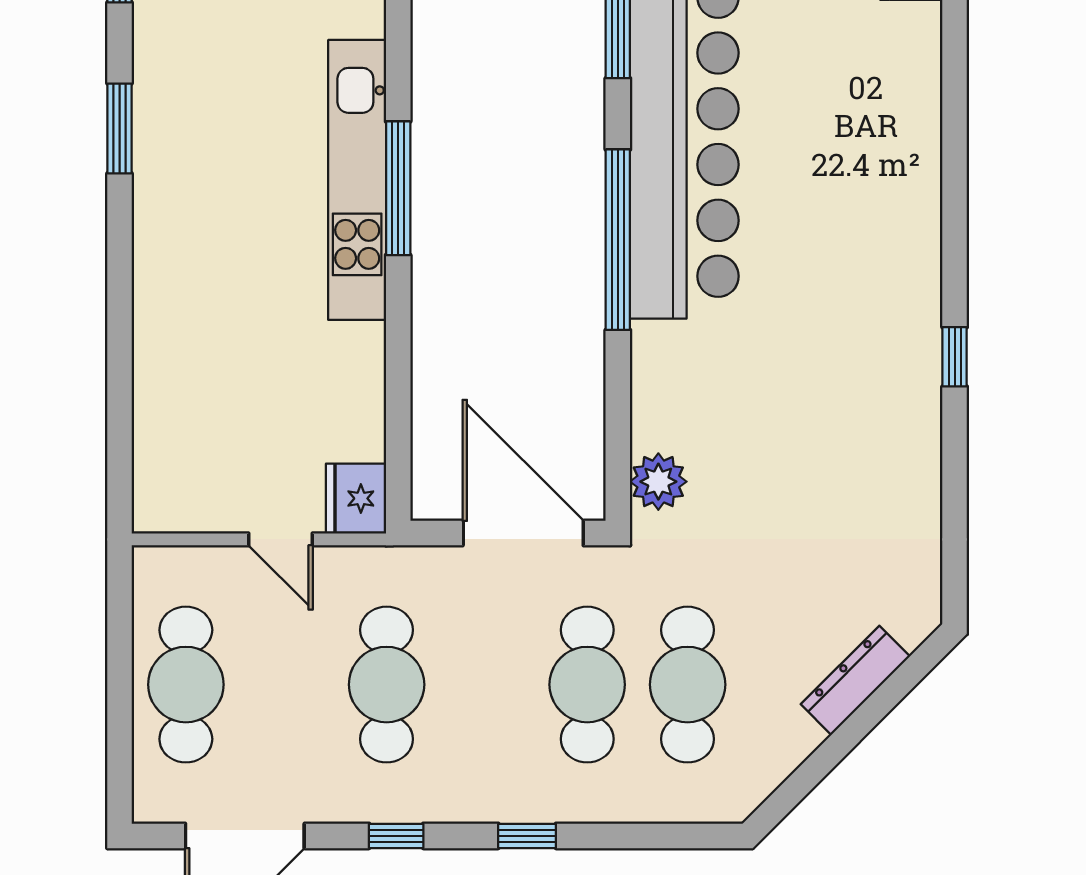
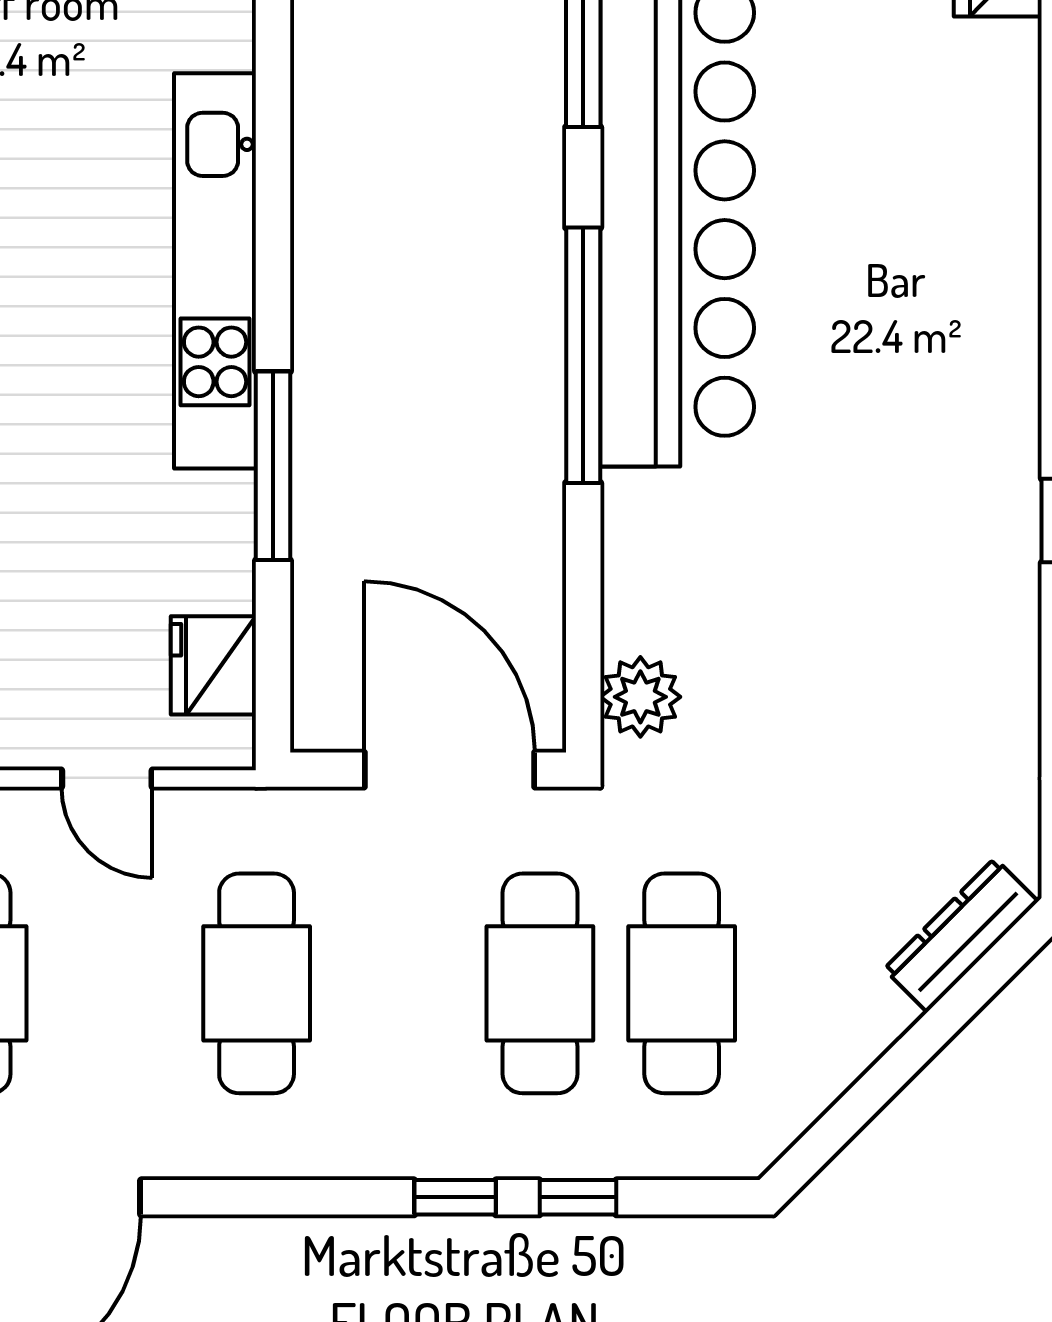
window: (398, 188) -> (273, 466), moved
fridge: (356, 498) -> (213, 665), moved
dresser: (855, 680) -> (961, 935), moved
window: (396, 836) -> (578, 1197), moved

